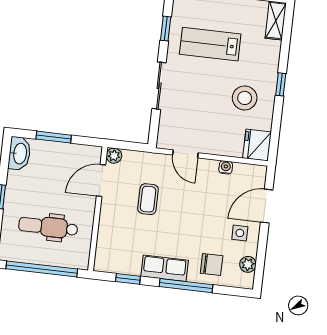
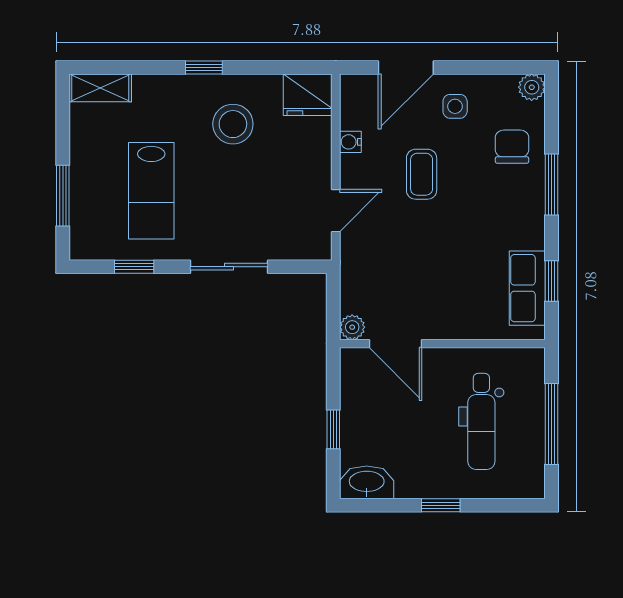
window: (54, 137) -> (333, 429), width x0.67
coffee table: (148, 199) -> (422, 174), moved, turned 90
door: (267, 206) -> (406, 67), hinge flipped
plant: (248, 264) -> (532, 87), moved
row of seats: (165, 268) -> (527, 288), moved
window: (42, 269) -> (551, 424), width x0.68
window: (186, 286) -> (551, 185), width x0.69

